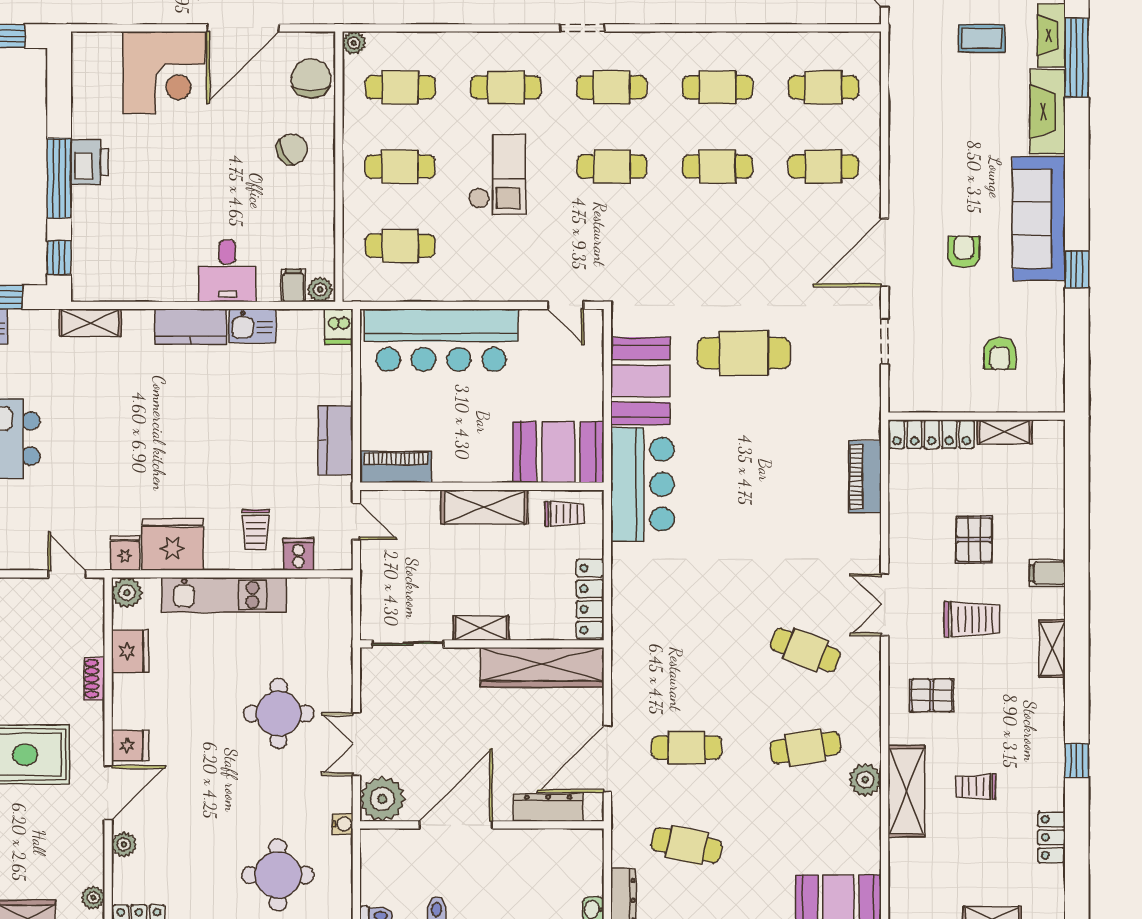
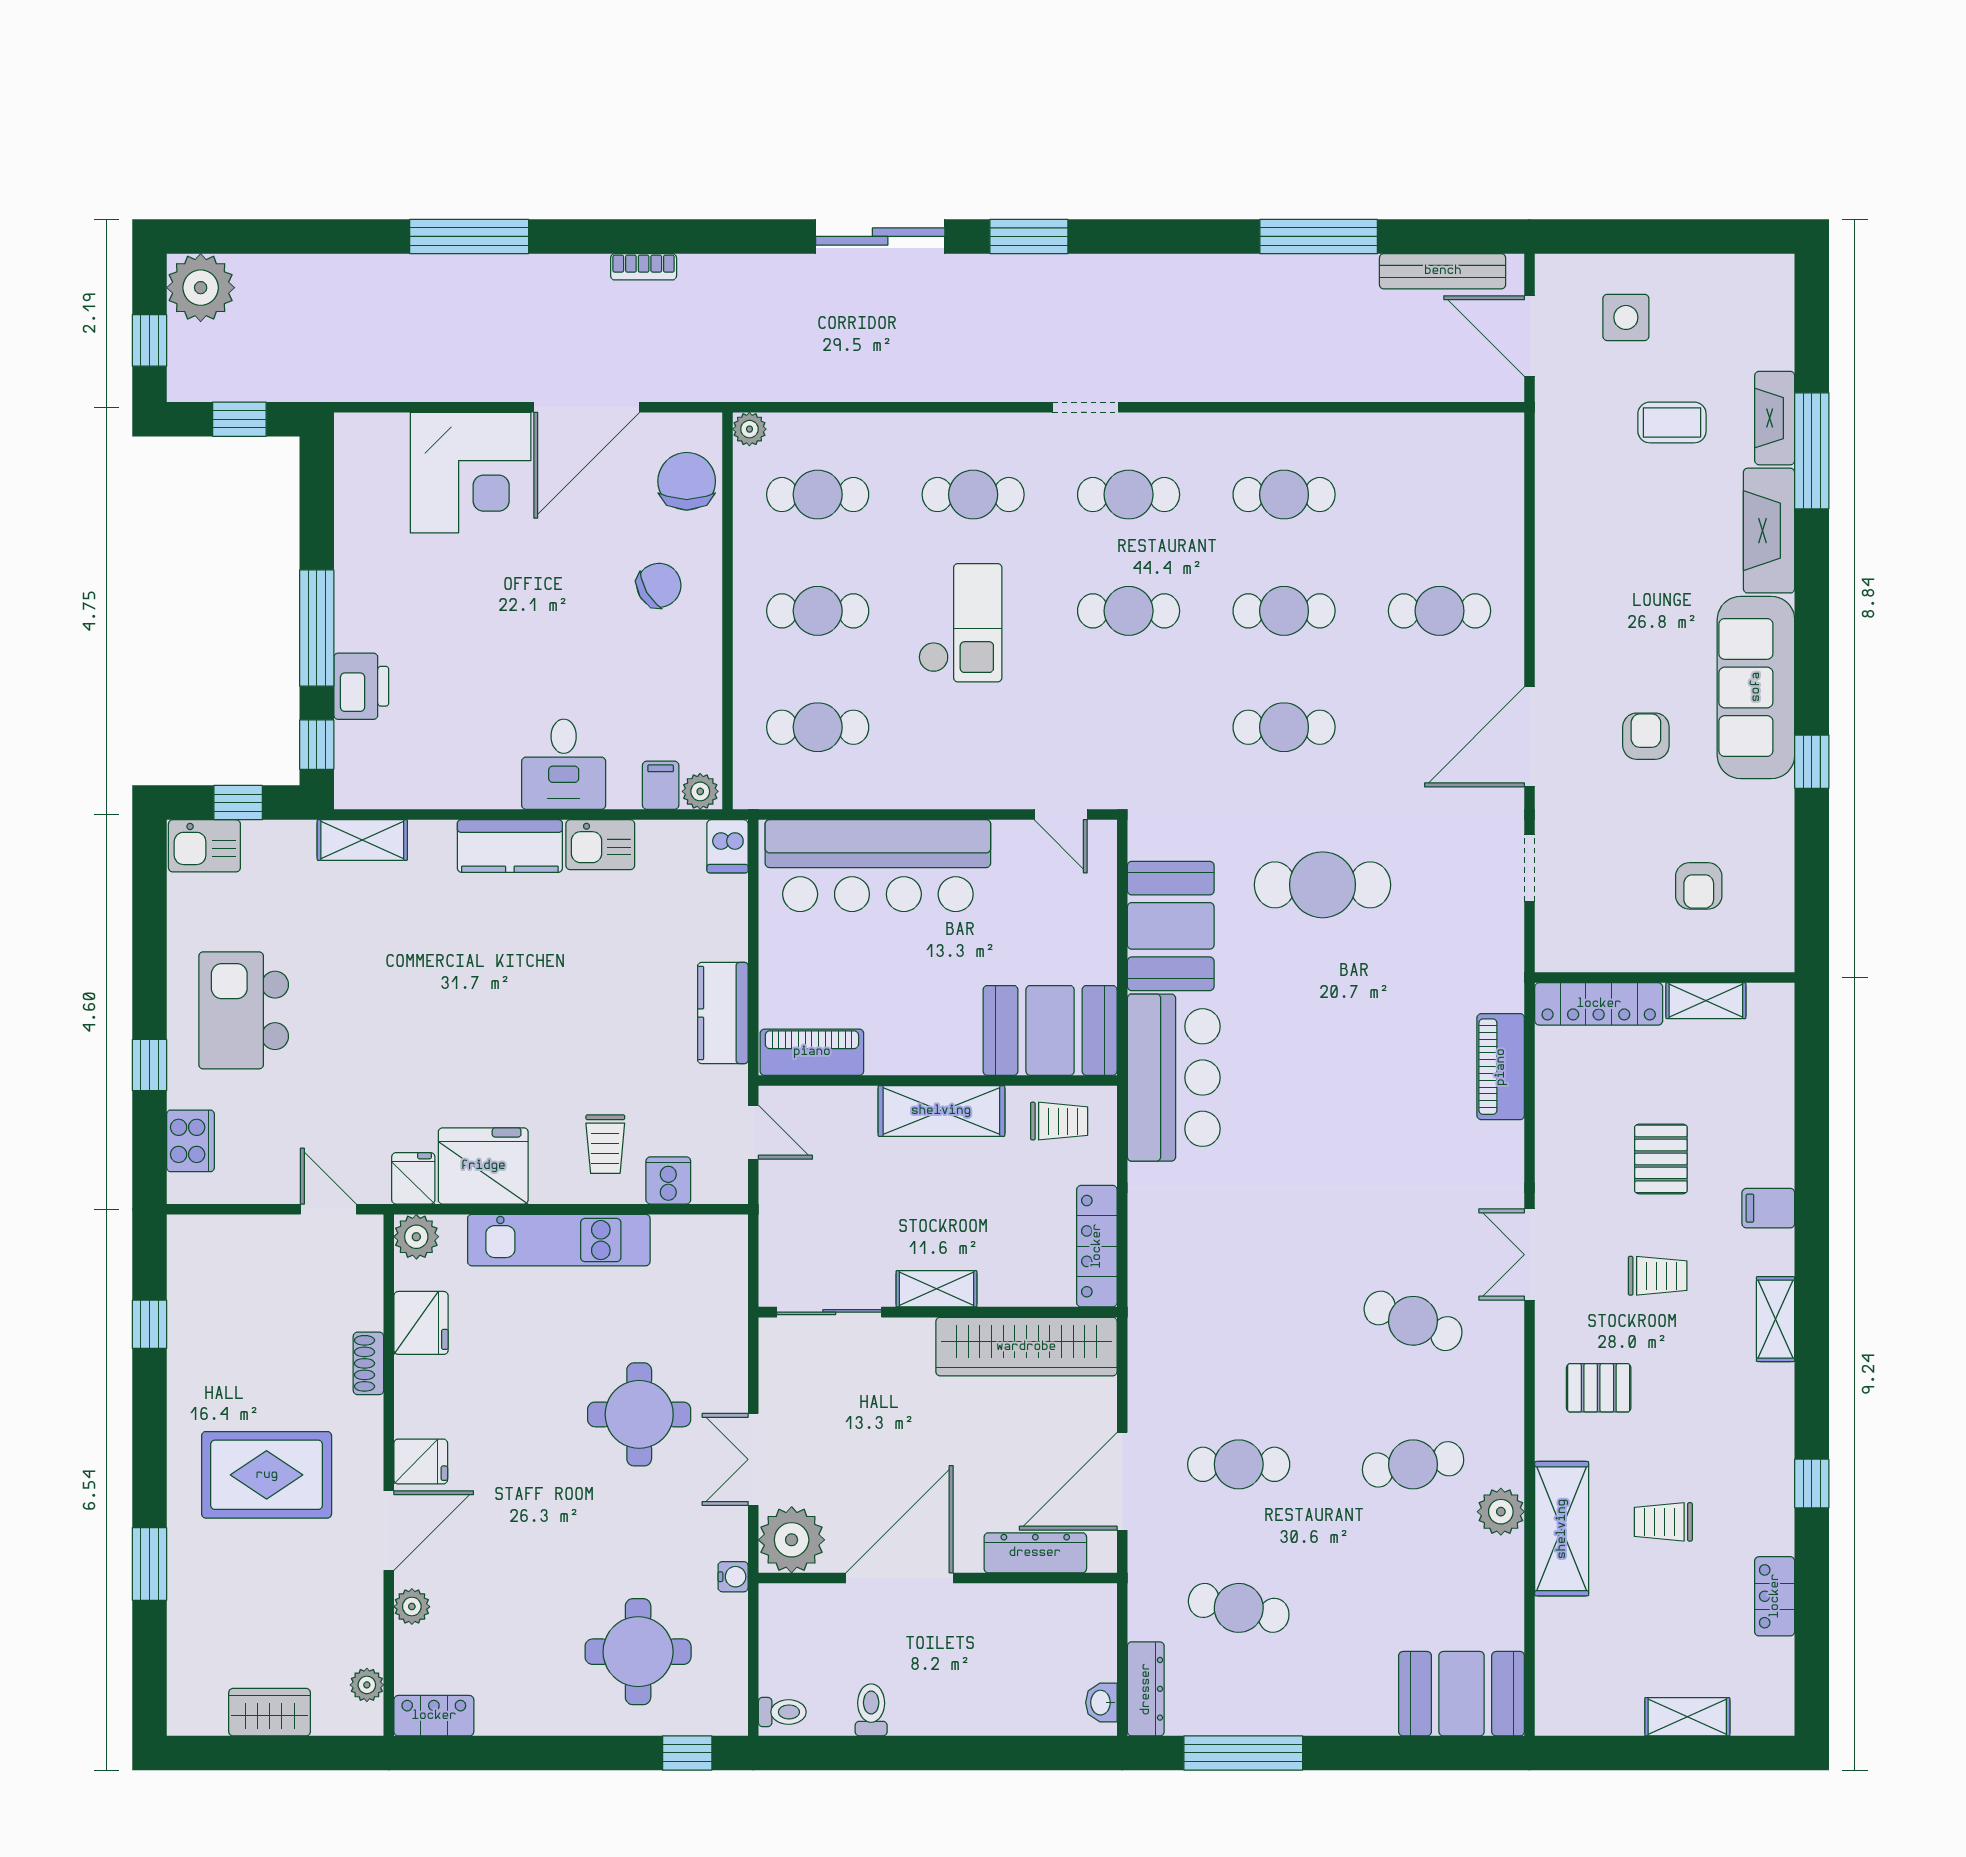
cafe table: (823, 87) -> (1284, 727), moved
printer: (89, 162) -> (361, 686), moved
trolley: (972, 619) -> (1658, 1276), width x0.73, depth x0.72

